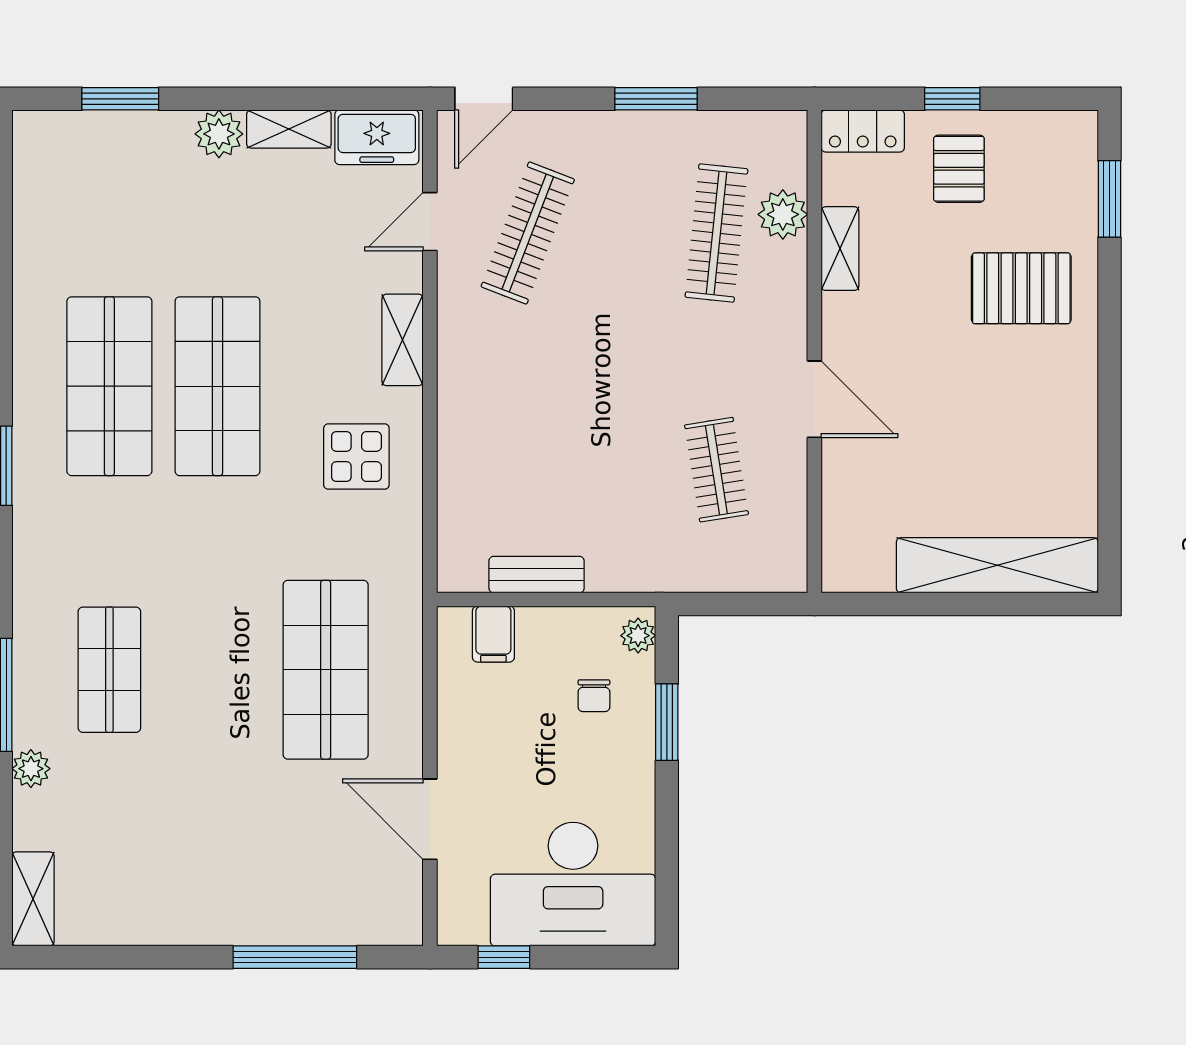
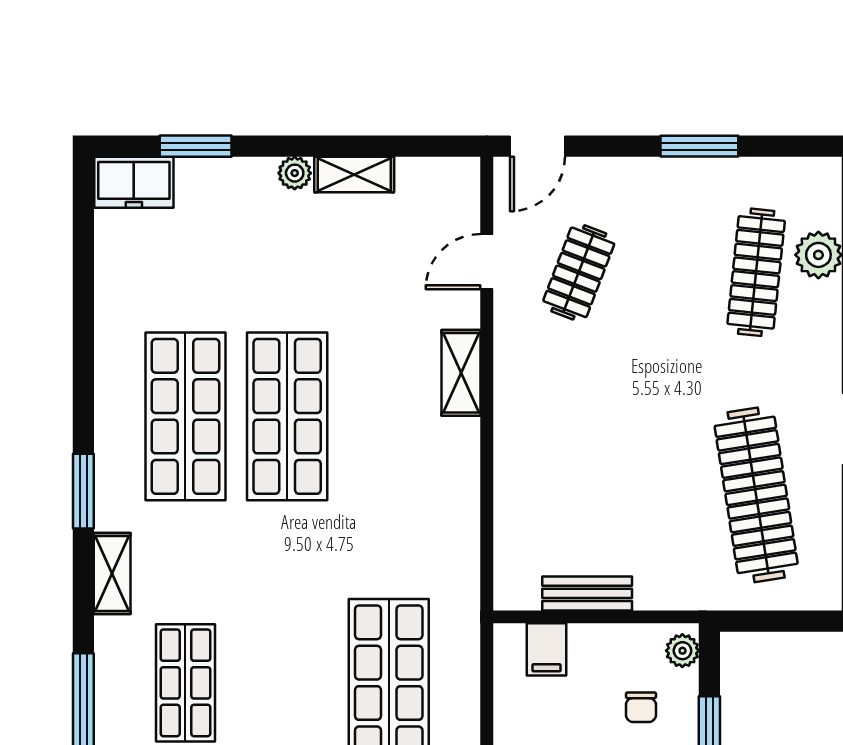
plant: (219, 134) -> (295, 173), width x0.73, depth x0.73
freezer: (377, 137) -> (134, 182), moved
clothes rail: (528, 233) -> (579, 272), width x0.73
display table: (356, 456) -> (418, 482), removed
clothes rail: (716, 470) -> (756, 495), width x1.86, depth x1.31
shelving: (31, 553) -> (112, 574), added

